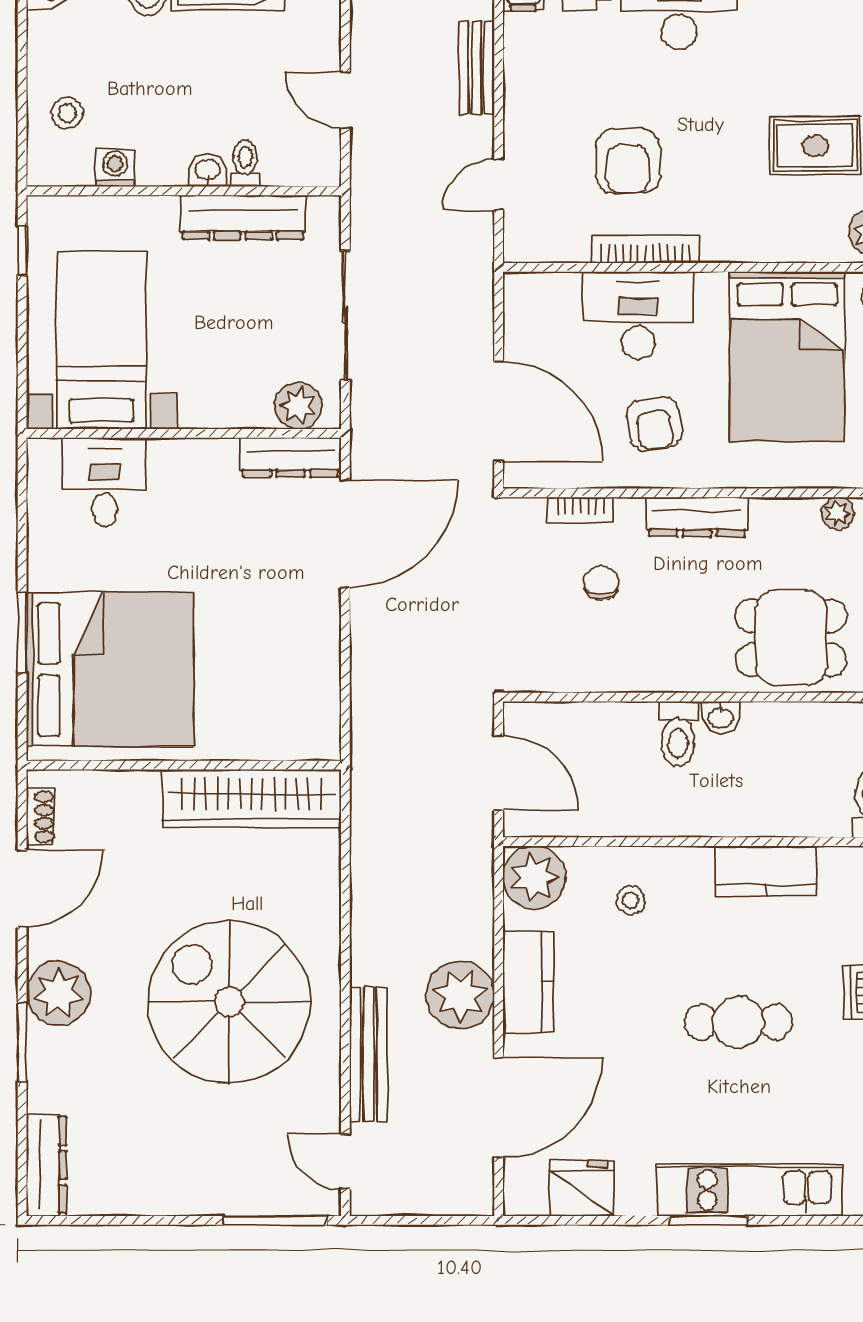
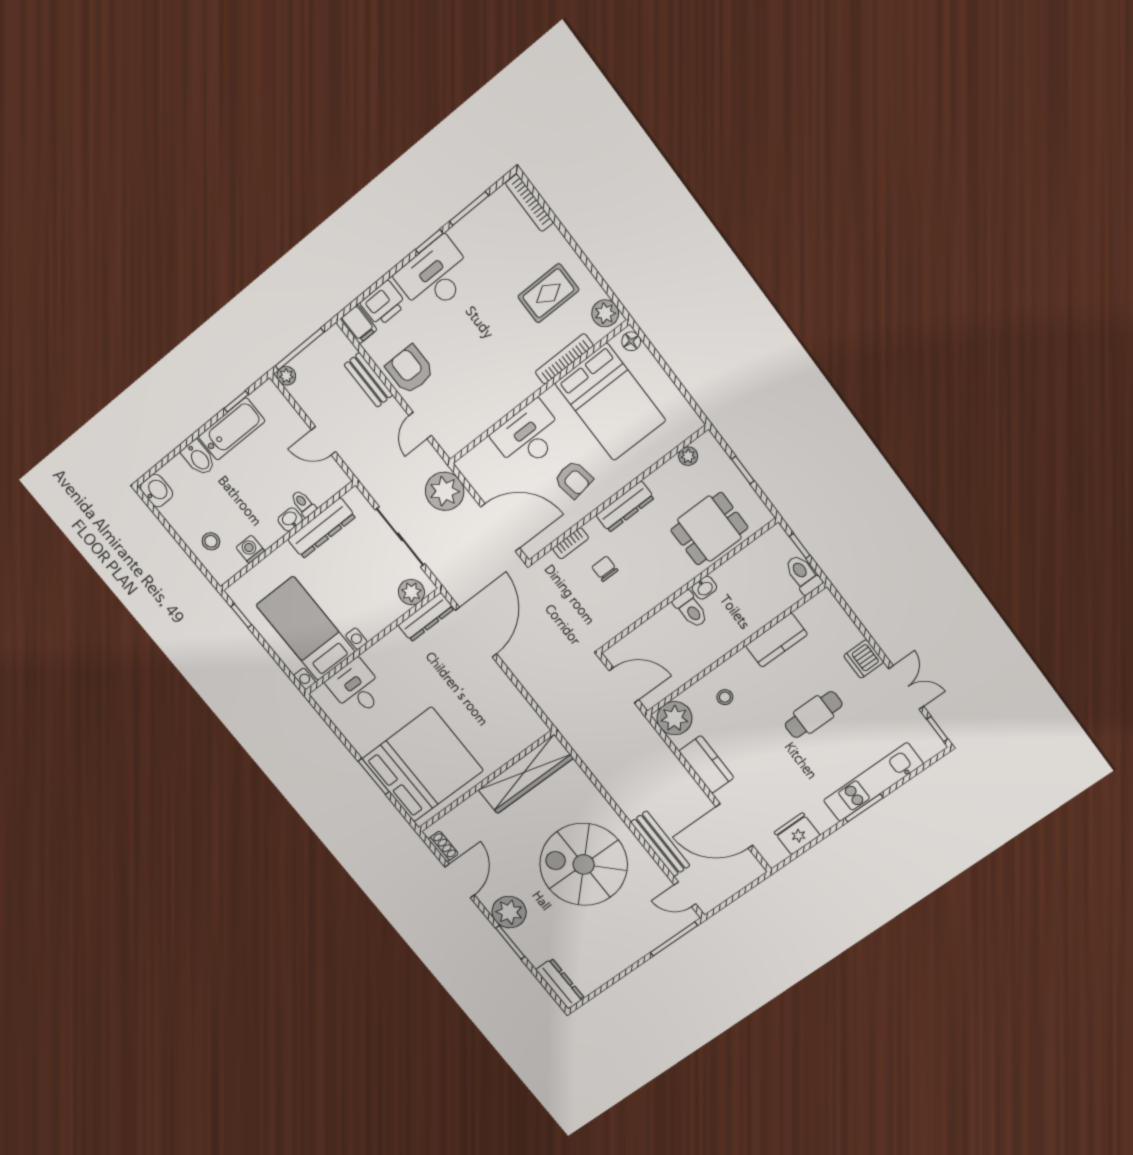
armchair: (628, 161) -> (410, 370), moved, turned 180
bookcase: (645, 249) -> (564, 359), moved
plant: (460, 995) -> (445, 491), moved
door: (499, 1108) -> (734, 826), swing flipped

